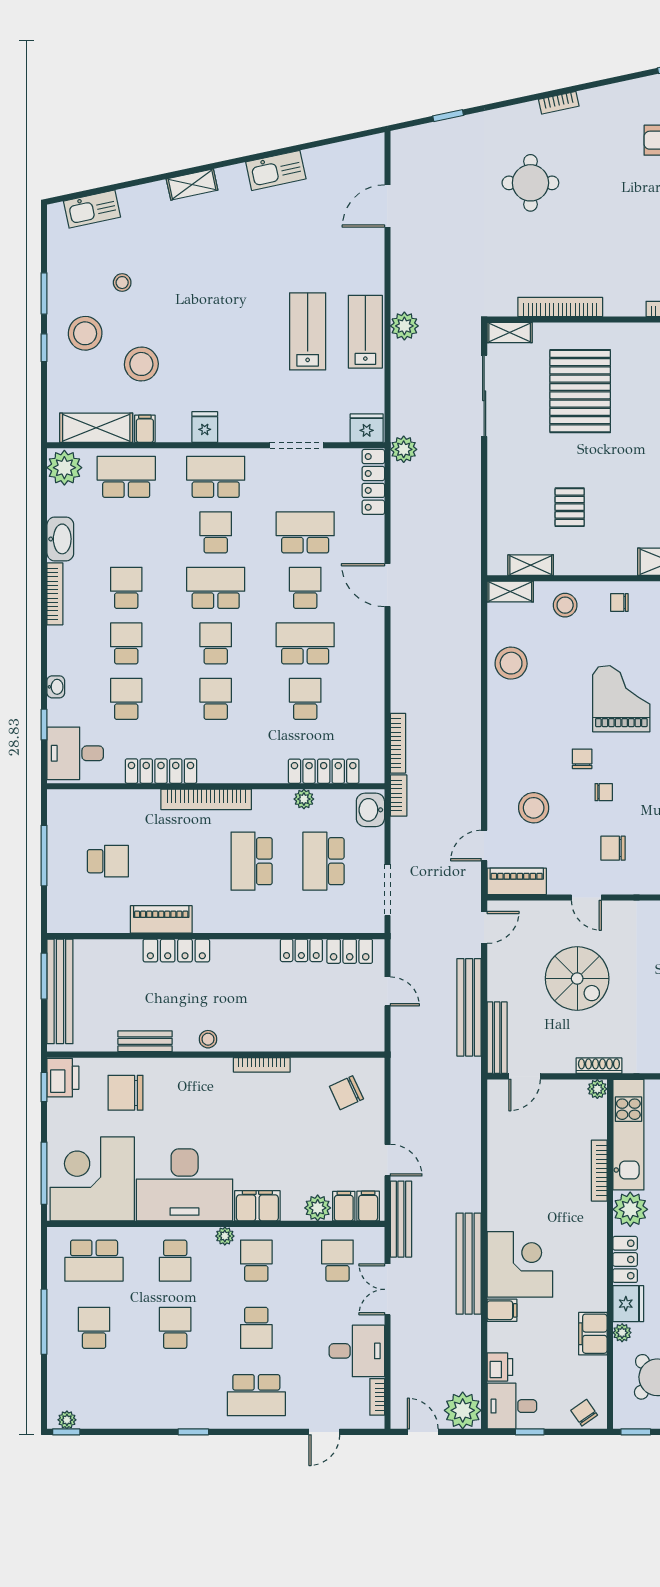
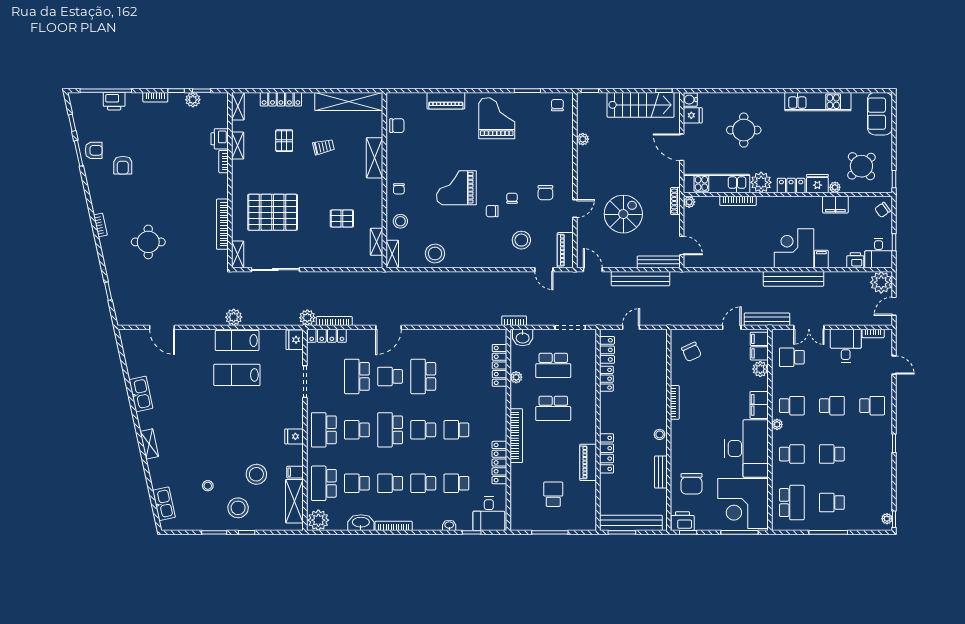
school desk: (305, 699) -> (357, 483), moved
bookcase: (398, 743) -> (334, 321), moved
school desk: (256, 1261) -> (792, 406), turned 180
school desk: (256, 1395) -> (872, 406), width x0.54

